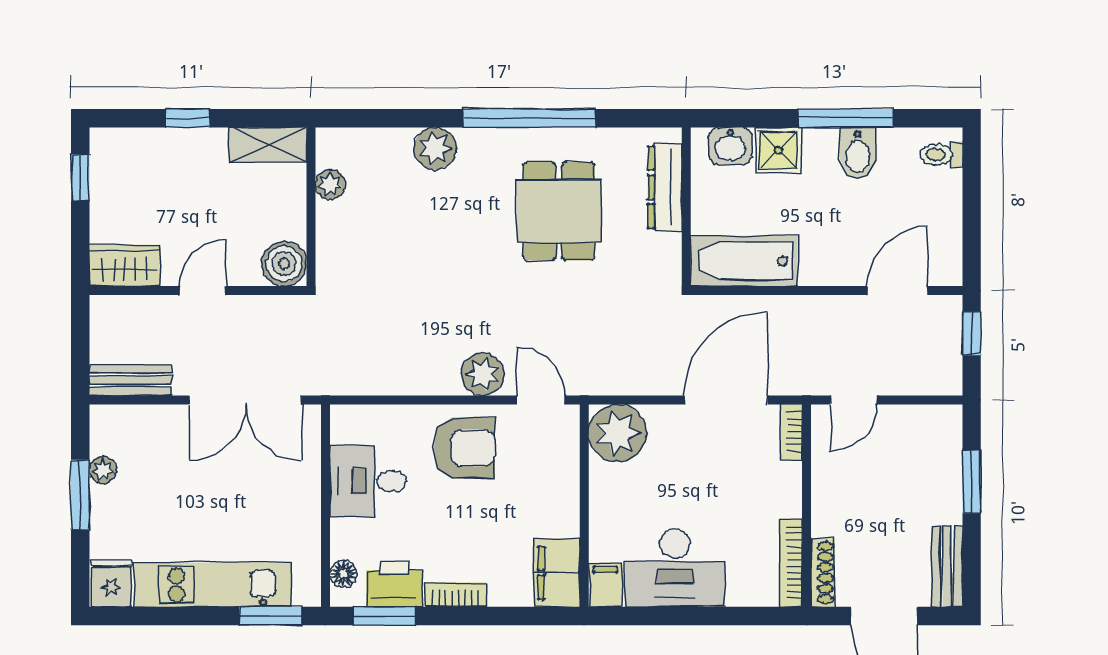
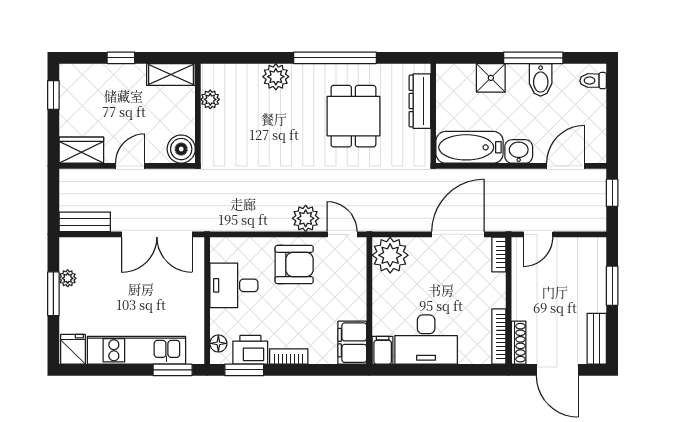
washbasin: (730, 146) -> (519, 151), moved, turned 180

